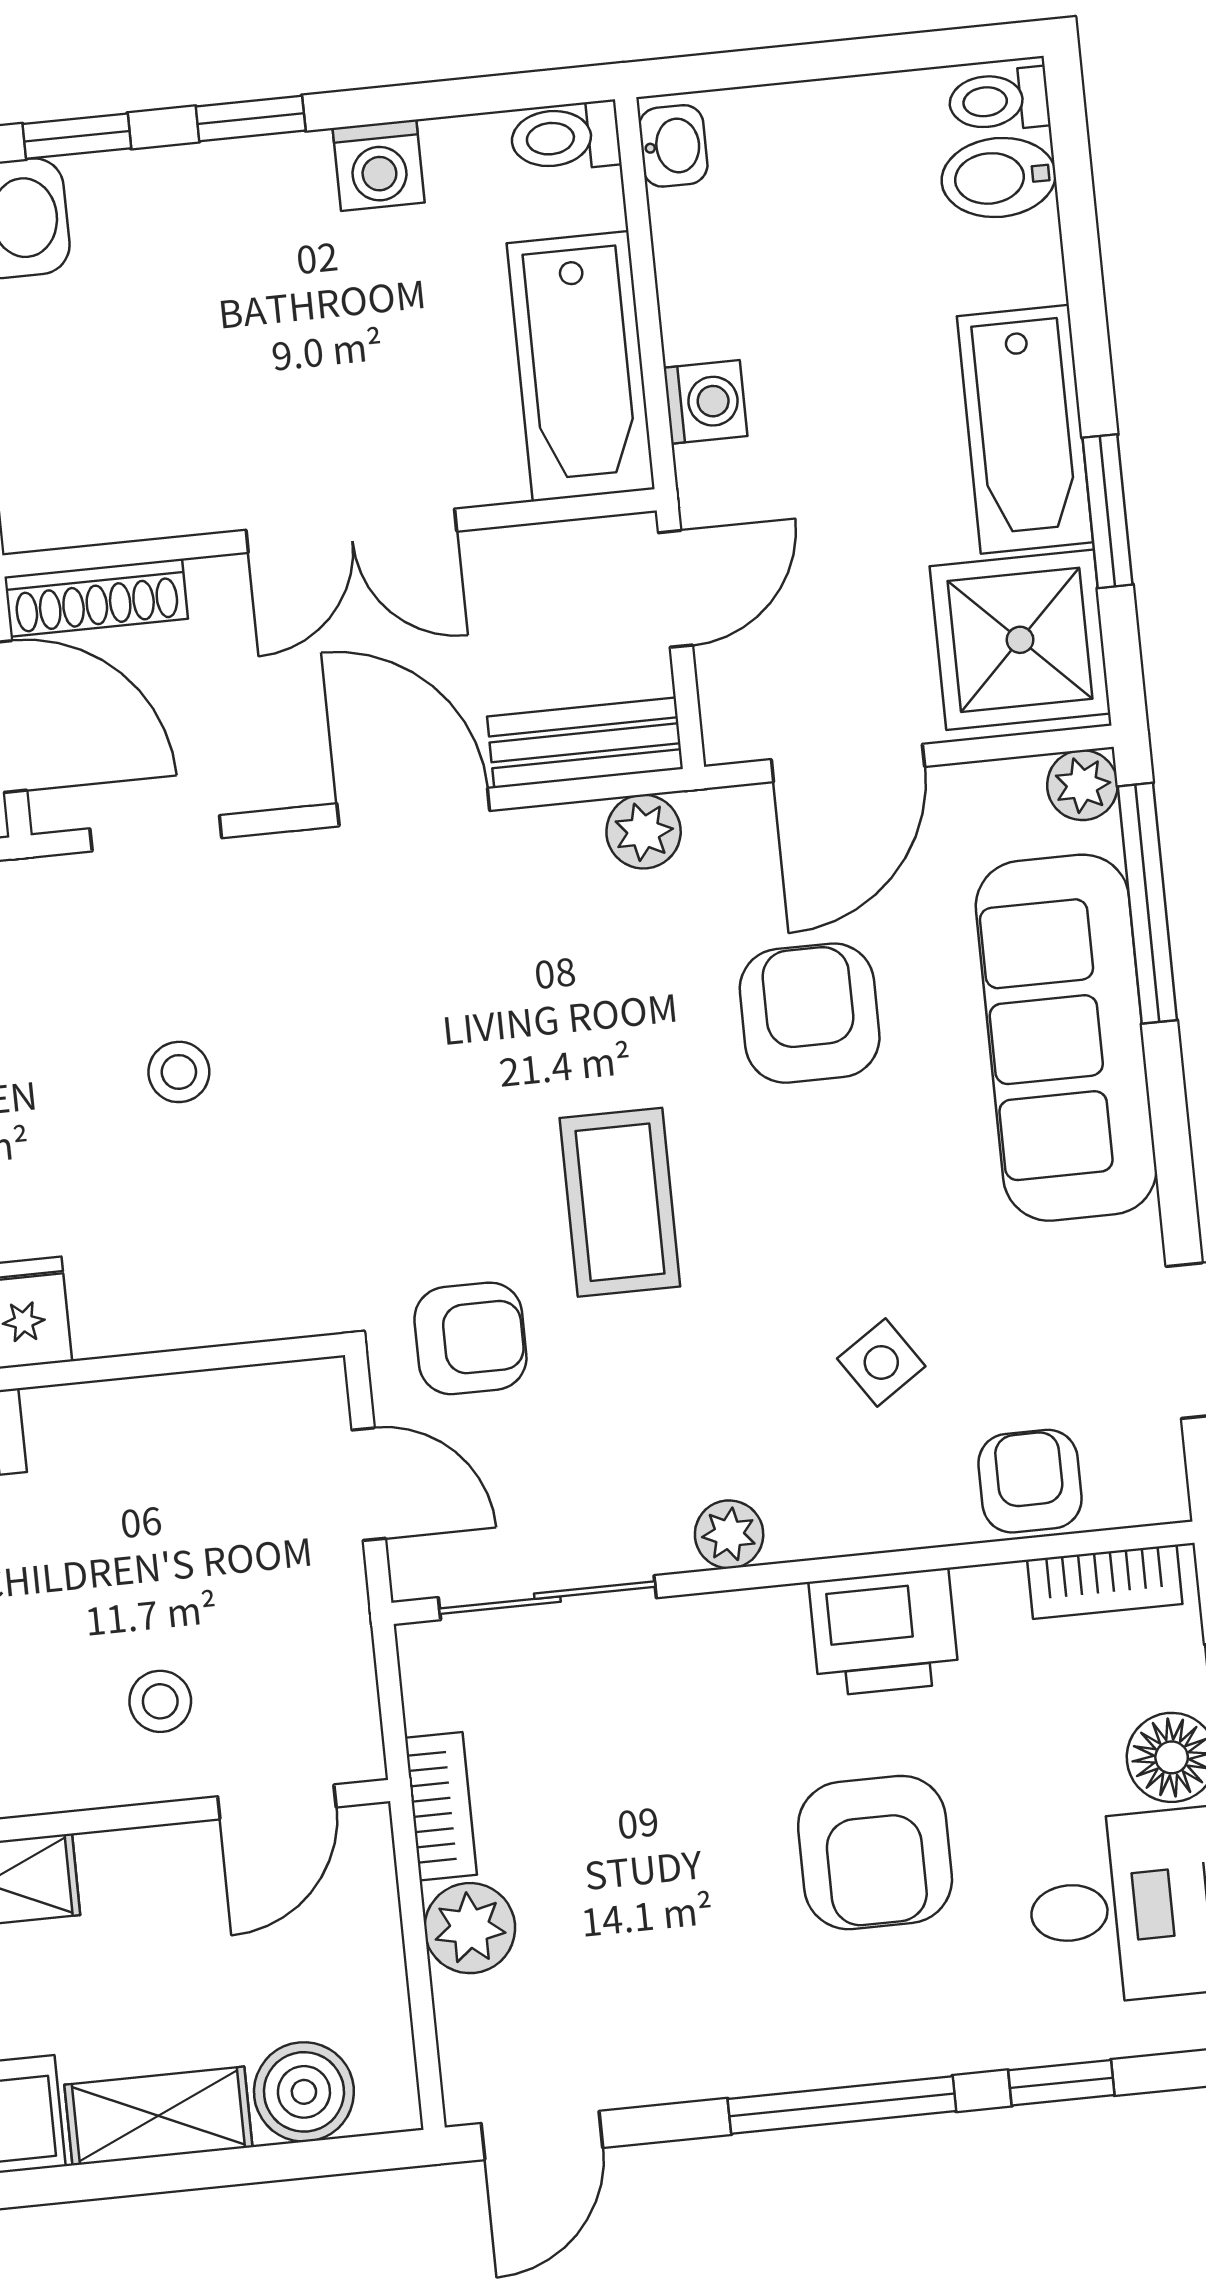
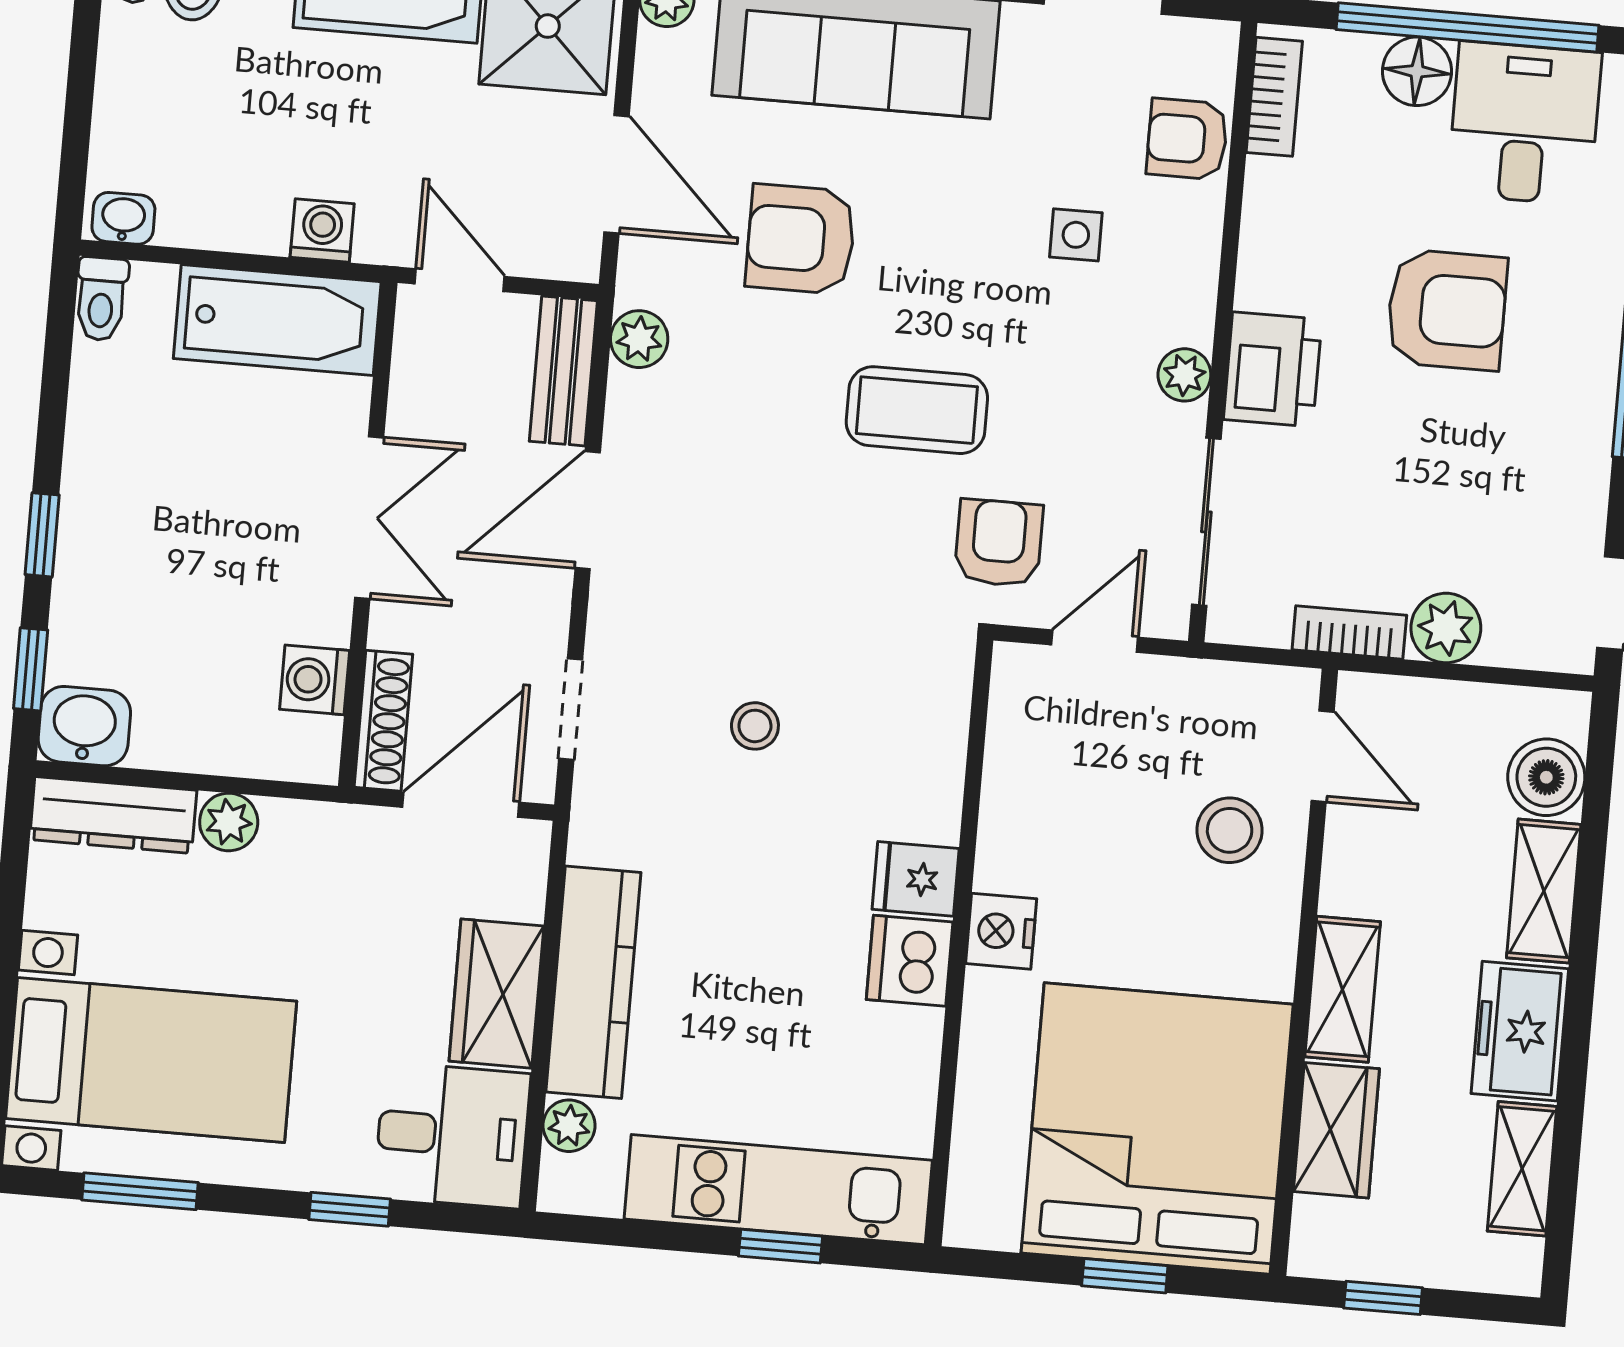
washing machine: (379, 165) -> (315, 680), moved, turned 180
side table: (881, 1362) -> (1076, 235), turned 34
printer: (884, 1632) -> (1273, 369), moved
stool: (160, 1701) -> (1230, 830), width x1.37, depth x1.37

